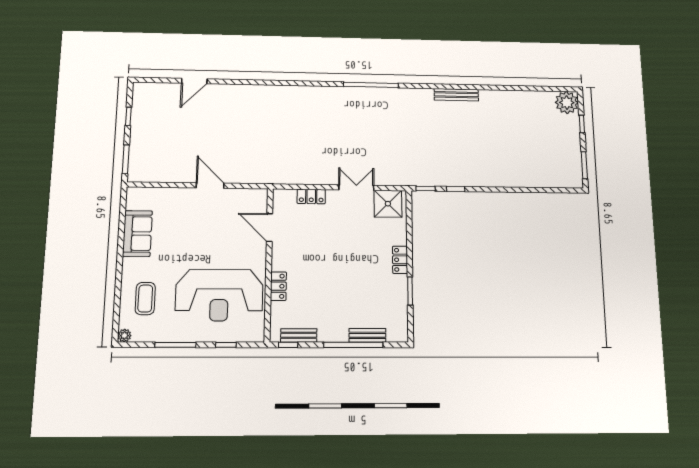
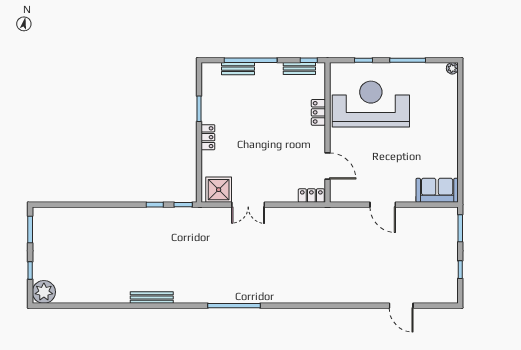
door: (194, 81) -> (401, 306), swing flipped
locker: (311, 196) -> (311, 196), moved
sofa: (137, 233) -> (437, 190), moved, turned 90
coffee table: (145, 299) -> (436, 101), removed

